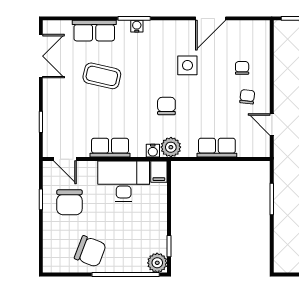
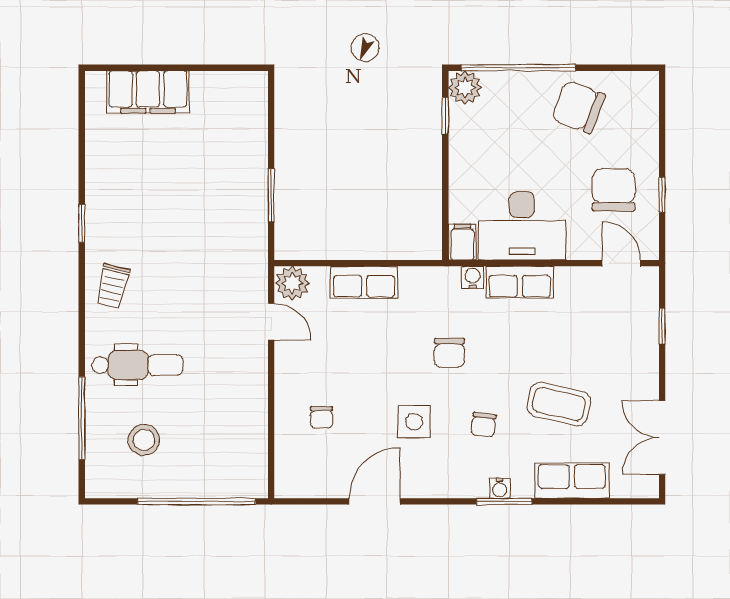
chair: (247, 97) -> (483, 425), moved
plant: (171, 147) -> (292, 283), moved
row of seats: (110, 148) -> (520, 282), moved

